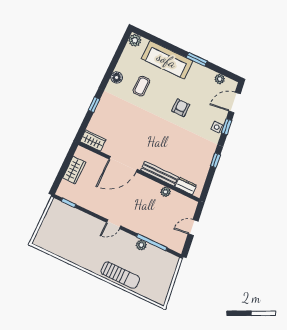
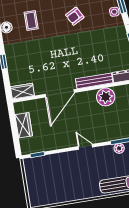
armchair: (181, 108) -> (75, 16), turned -118
plant: (166, 192) -> (106, 97), width x1.87, depth x1.87
door: (114, 224) -> (85, 147), swing flipped

